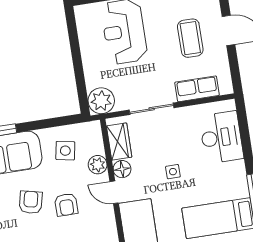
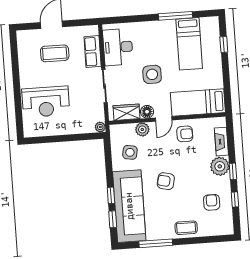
plant: (101, 101) -> (100, 127), width x0.53, depth x0.53
desk: (221, 137) -> (118, 47), moved, turned -90
side table: (173, 172) -> (152, 74), width x1.87, depth x1.87
armchair: (66, 205) -> (185, 134), moved

